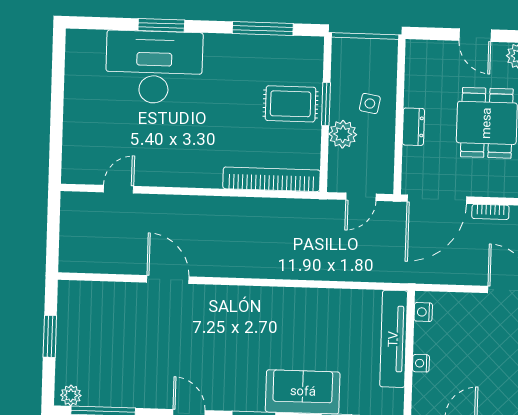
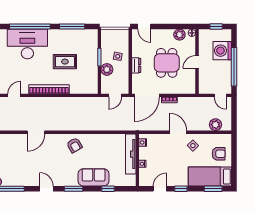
window: (161, 25) -> (30, 26), width x2.11
door: (475, 35) -> (144, 26), moved
rug: (291, 104) -> (65, 62), moved
bookcase: (271, 179) -> (49, 89), moved
door: (168, 279) -> (36, 132), swing flipped
armchair: (259, 313) -> (74, 145), added

